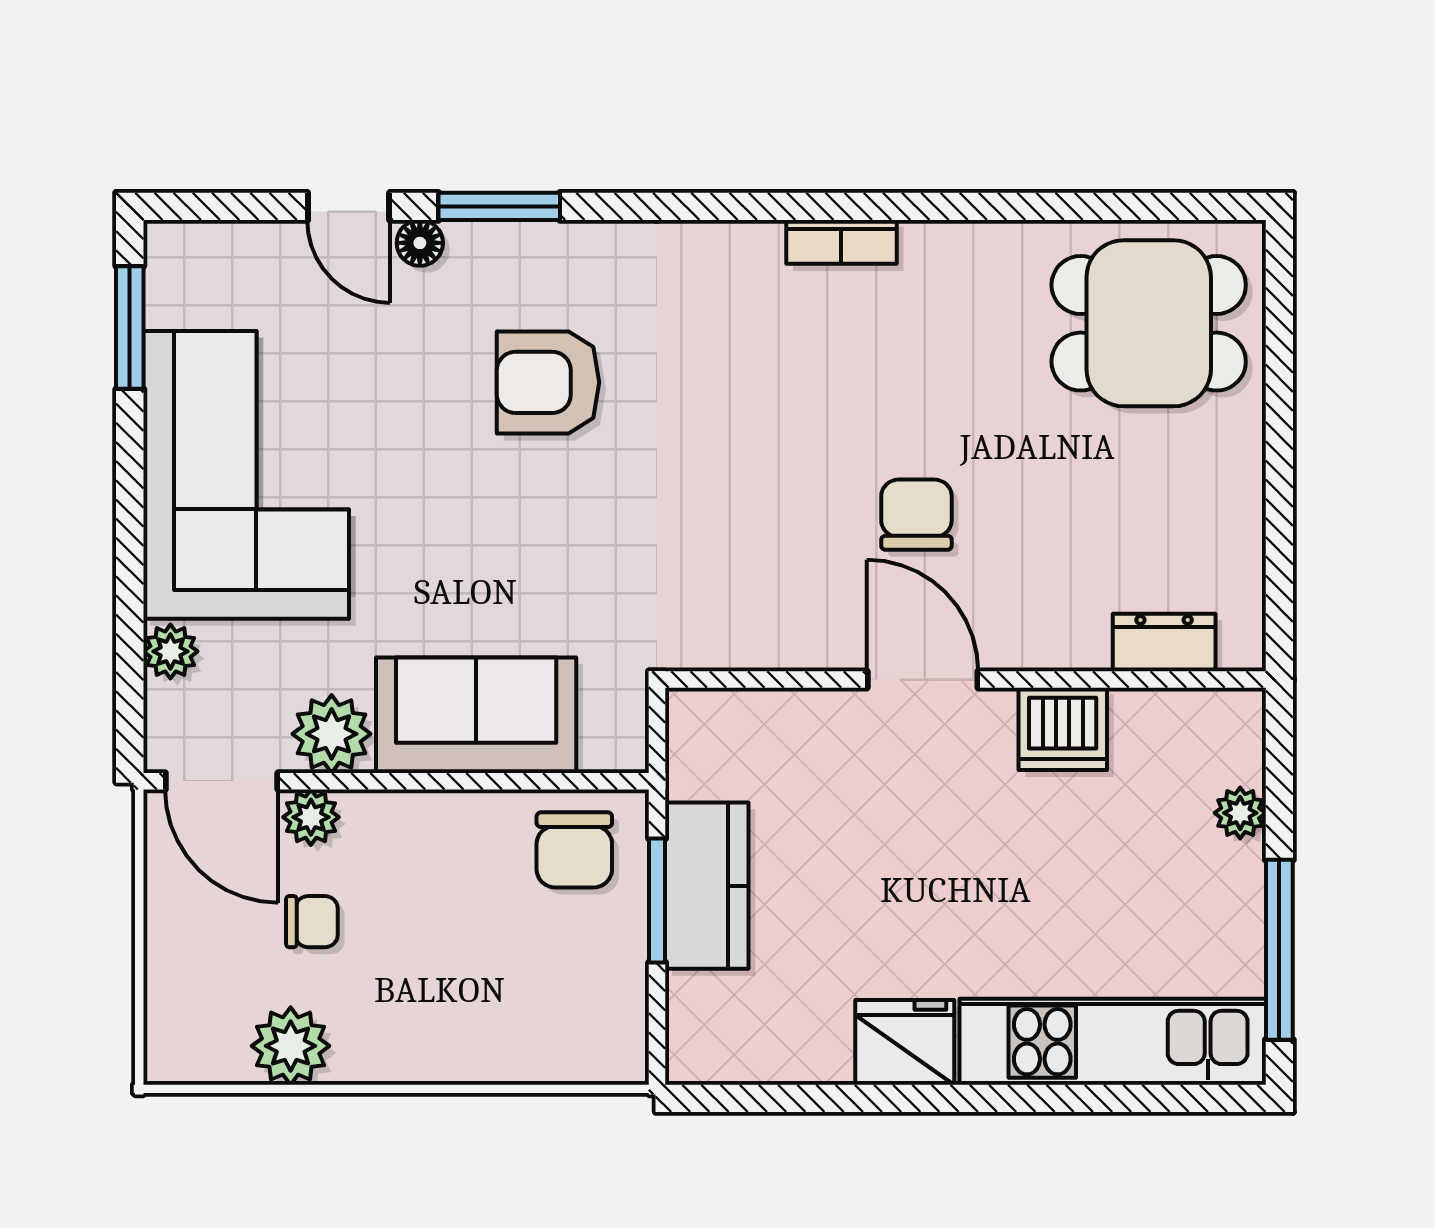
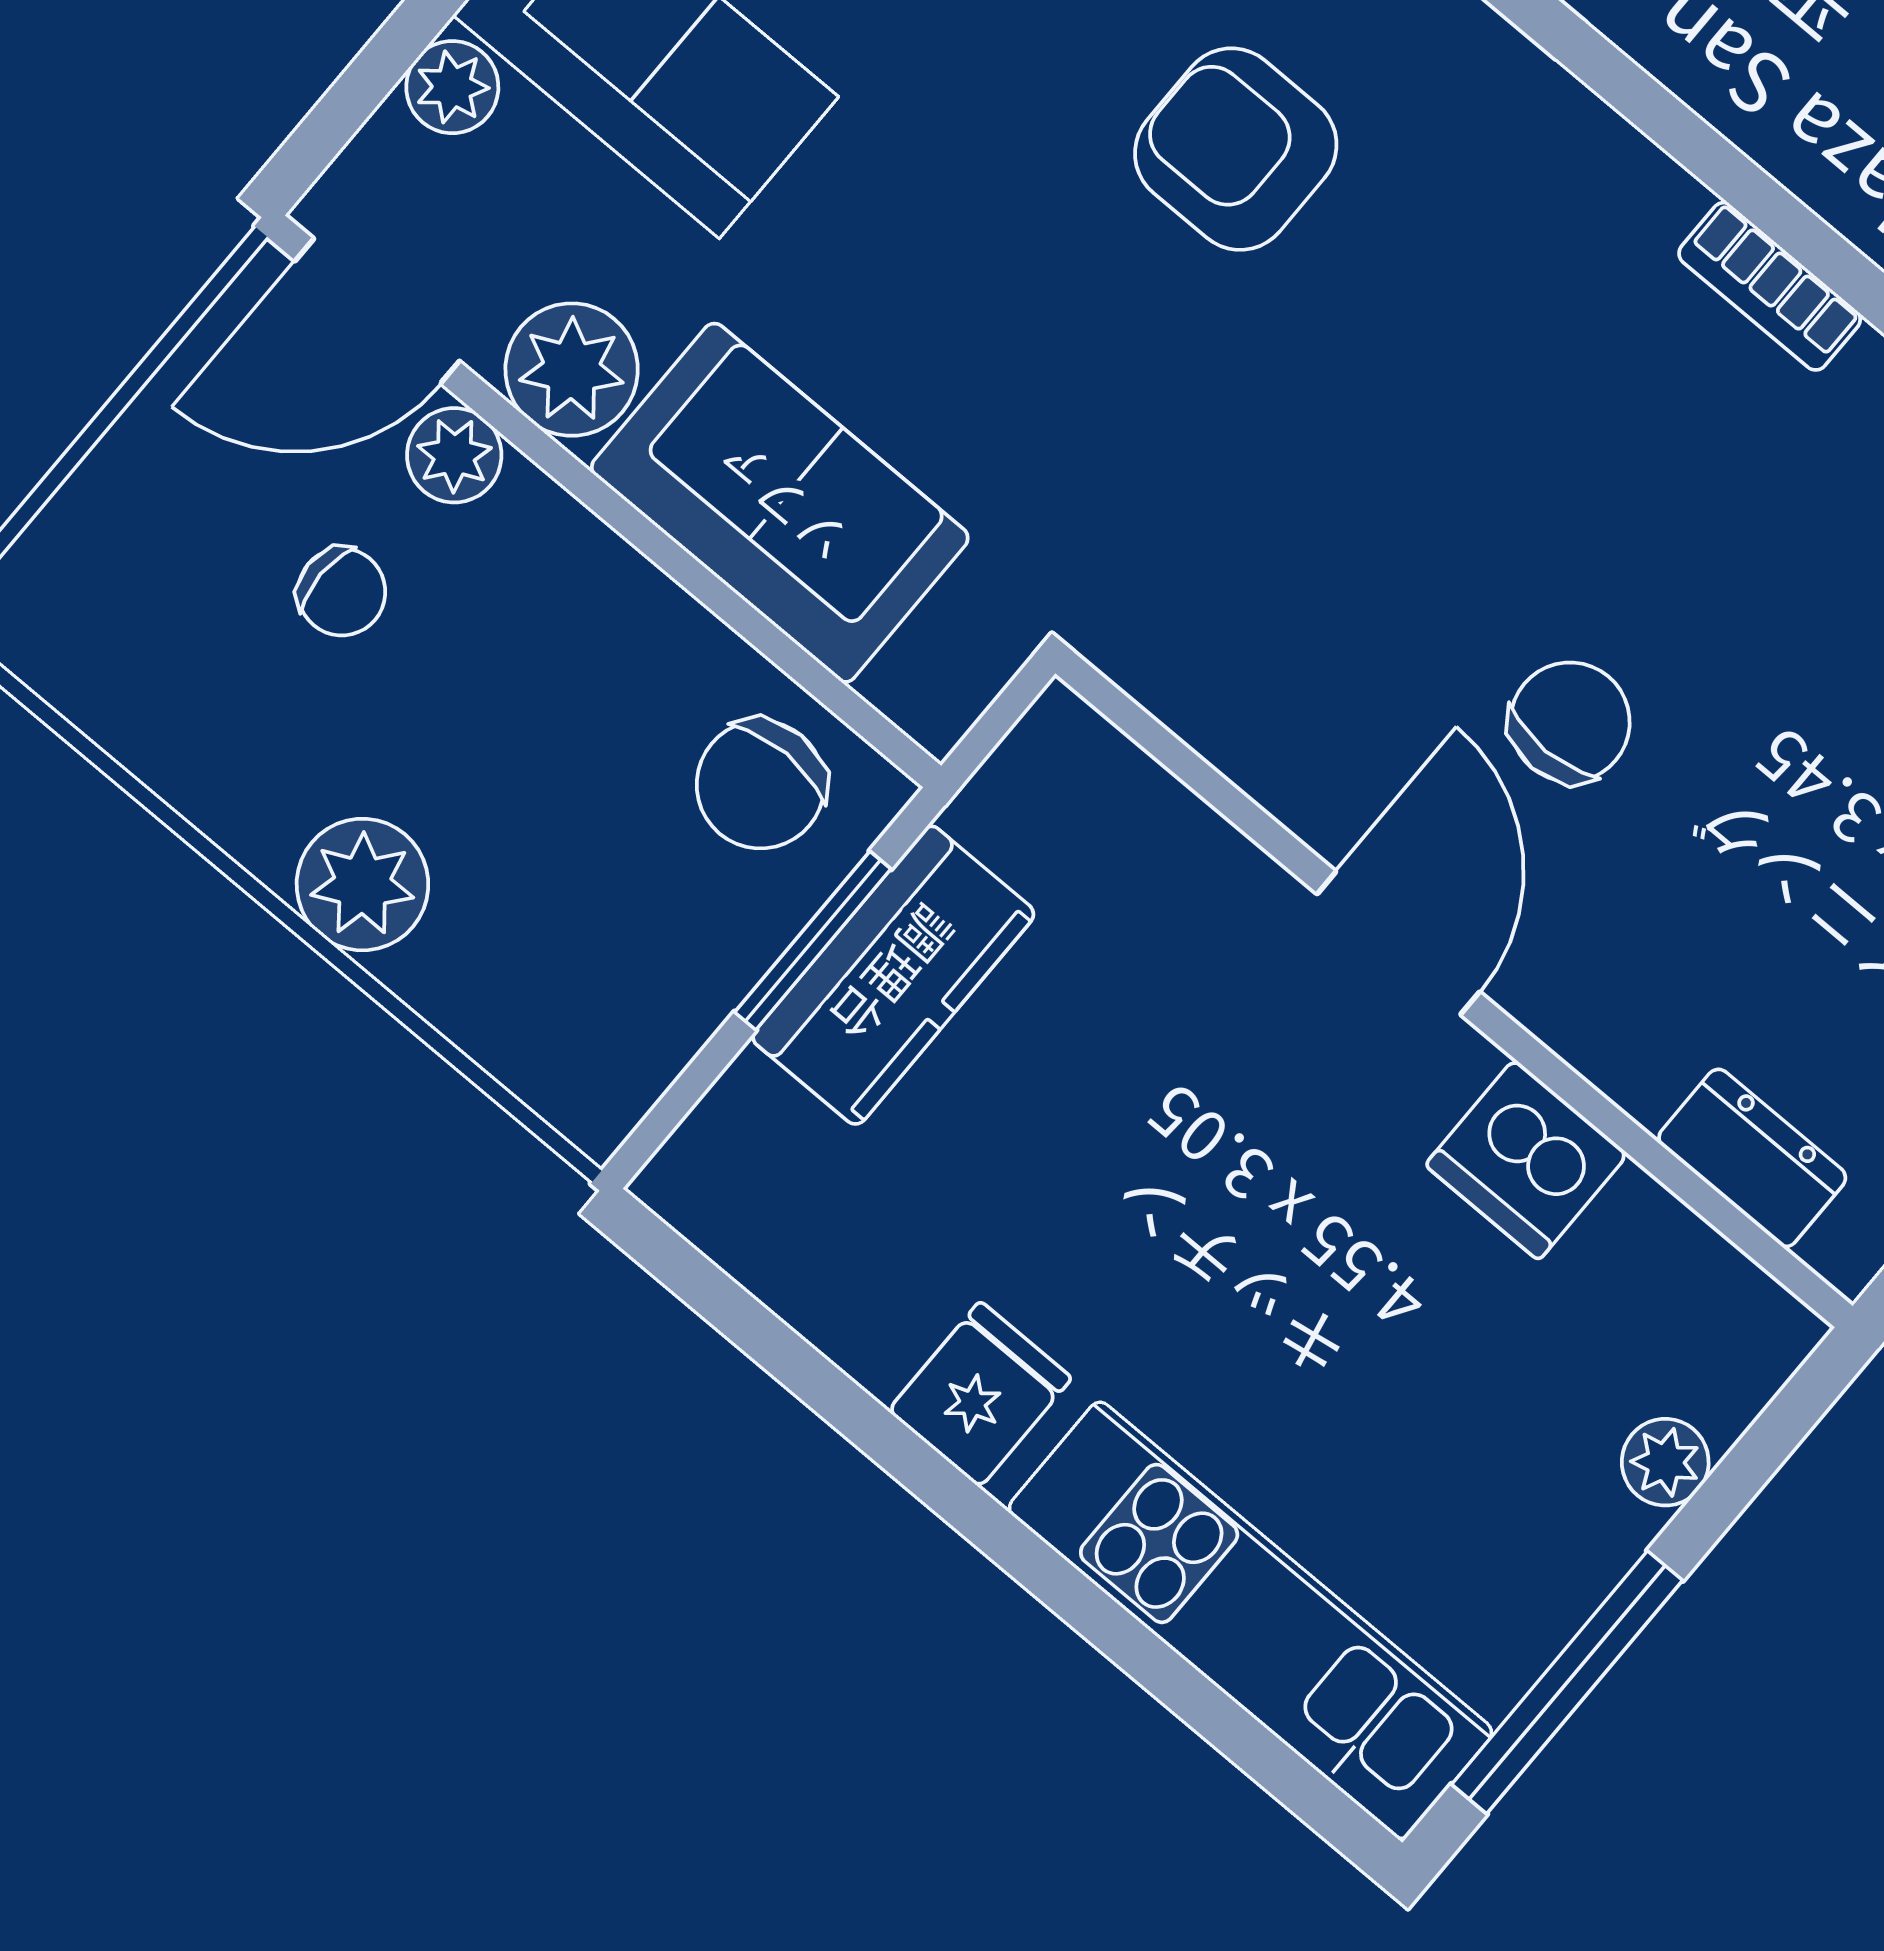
door: (222, 781) -> (377, 311), hinge flipped
fridge: (905, 1042) -> (980, 1394), width x0.72
plant: (291, 1046) -> (362, 885), moved

